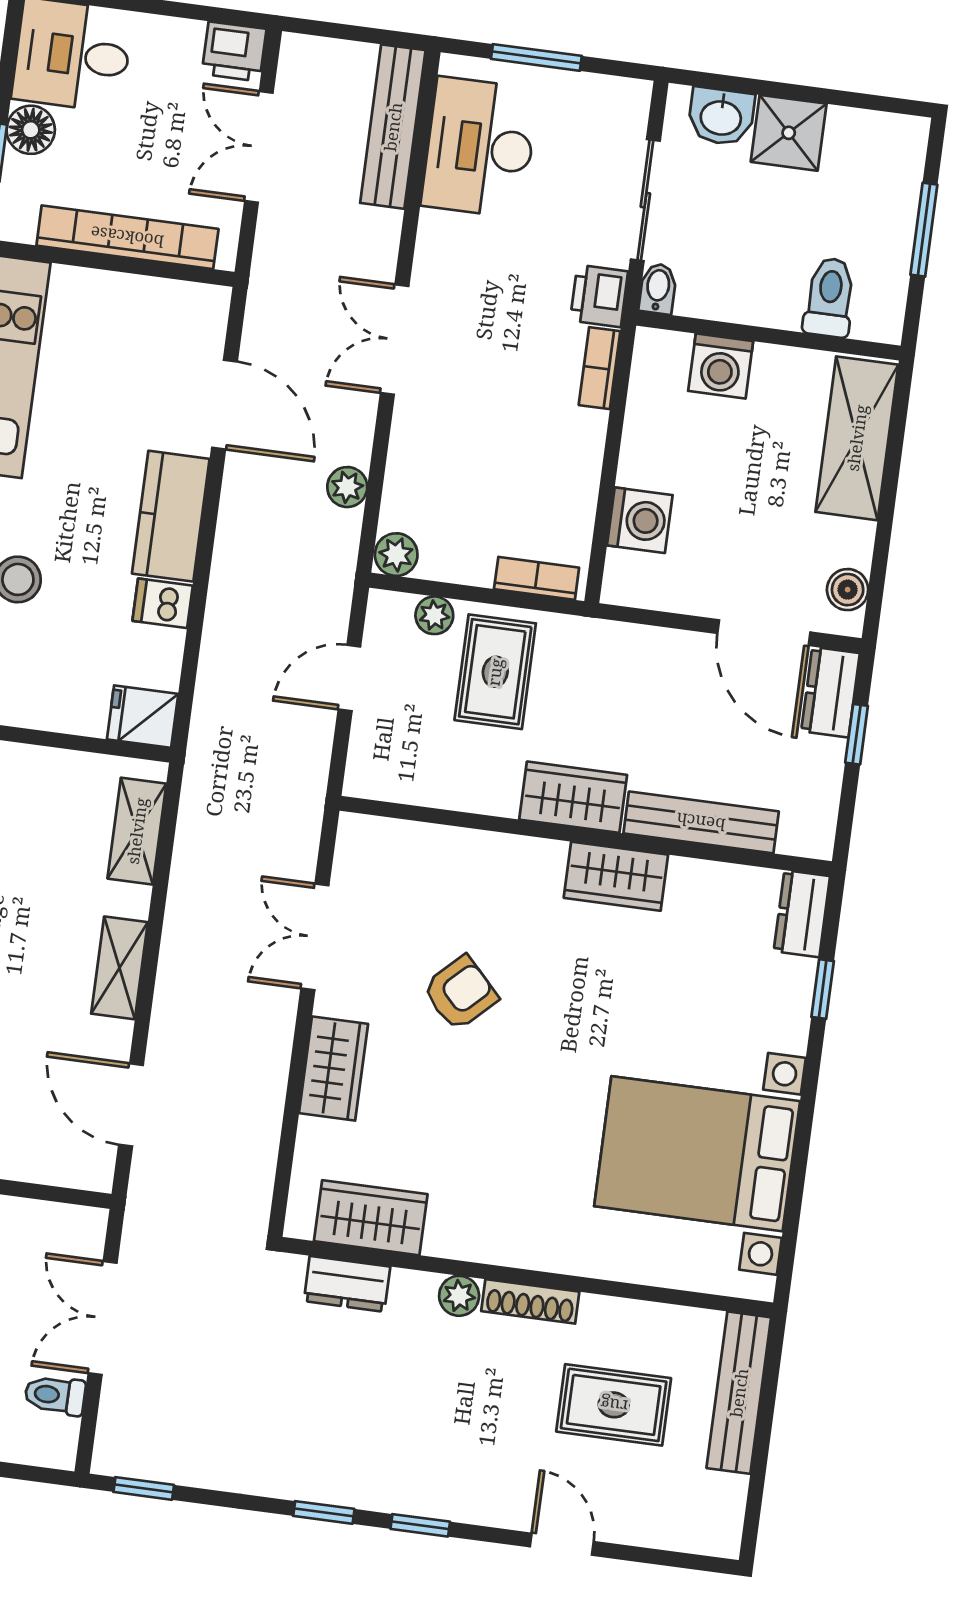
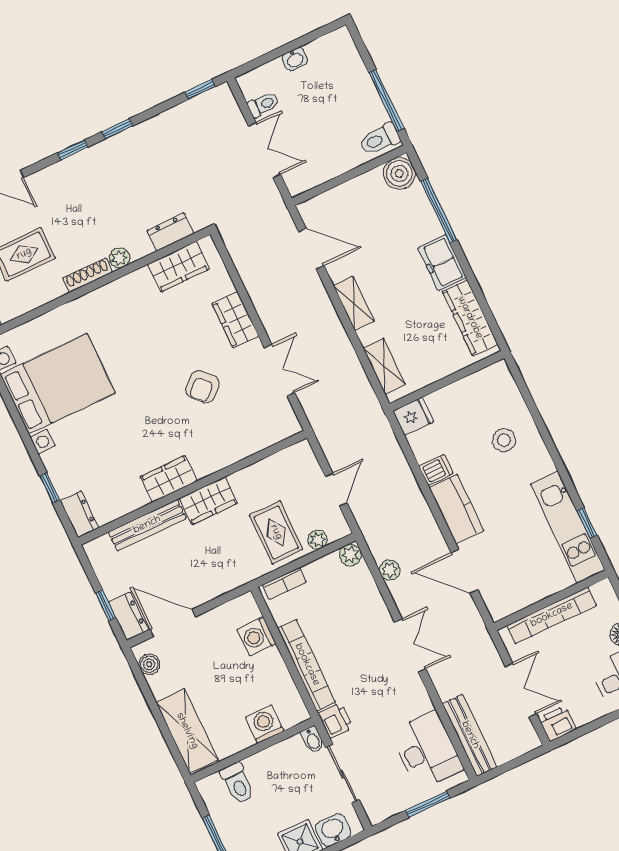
bookcase: (599, 368) -> (307, 665), width x2.31, depth x1.31

